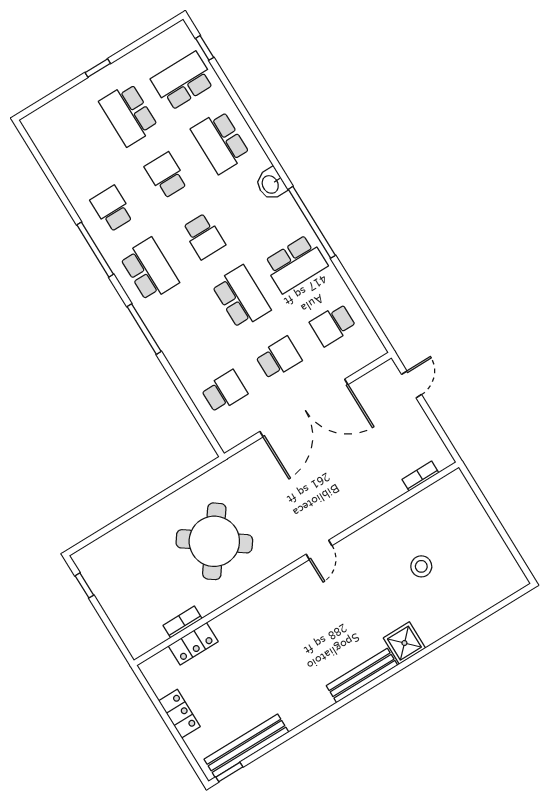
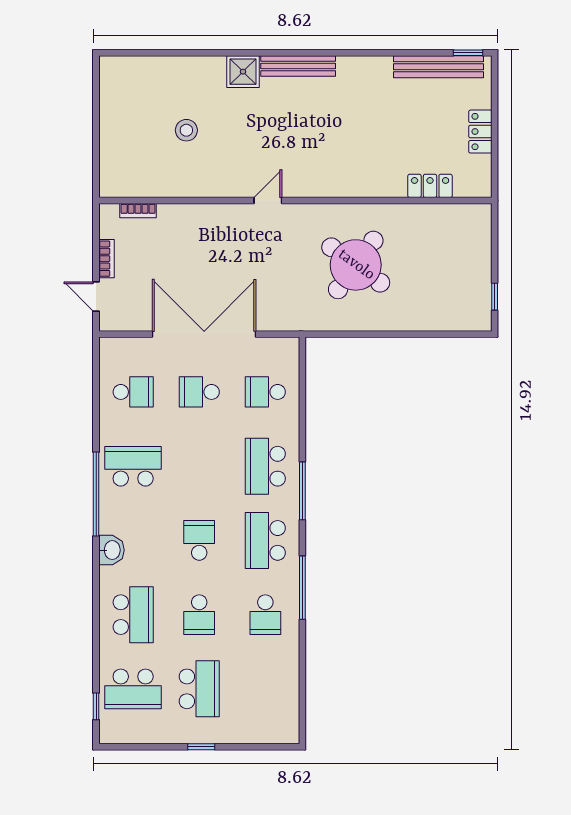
school desk: (241, 297) -> (265, 466), moved
door: (412, 384) -> (96, 296), hinge flipped
bookcase: (183, 622) -> (107, 259), moved, turned -90

